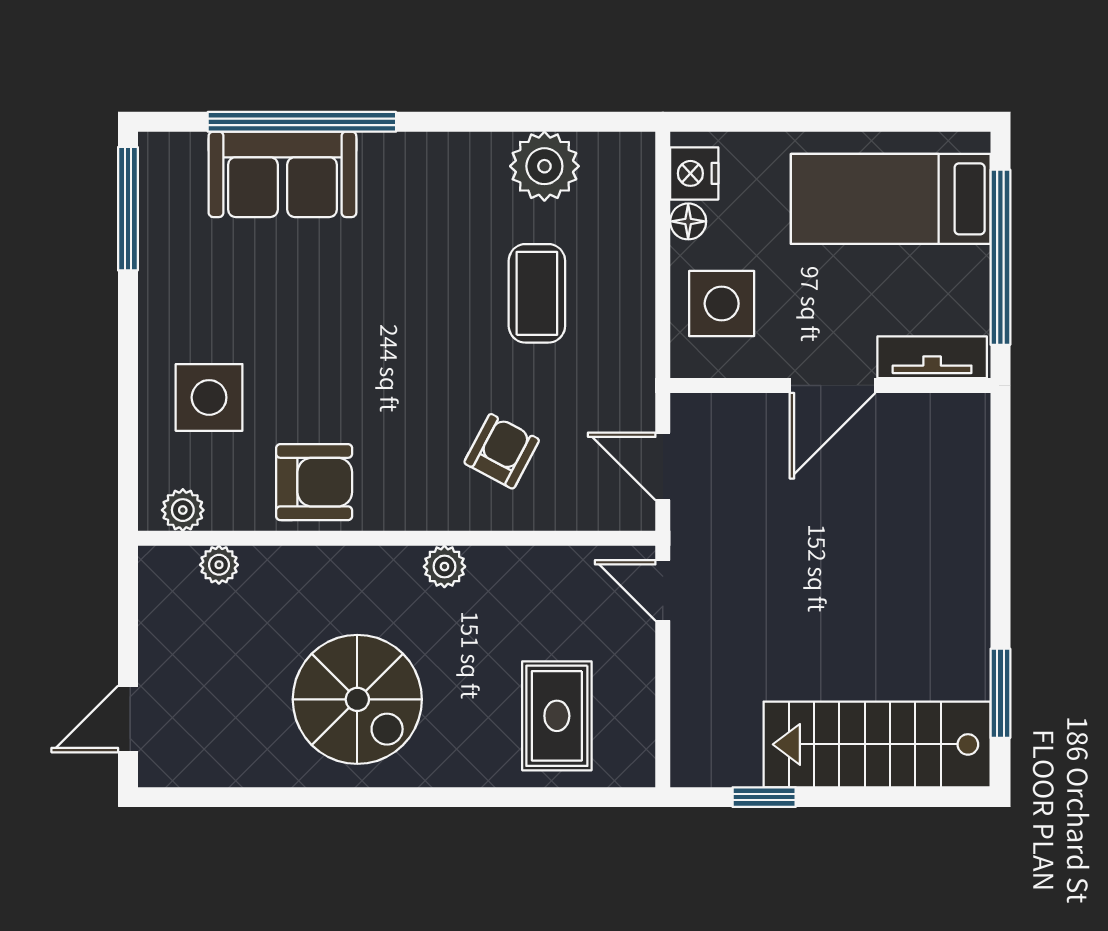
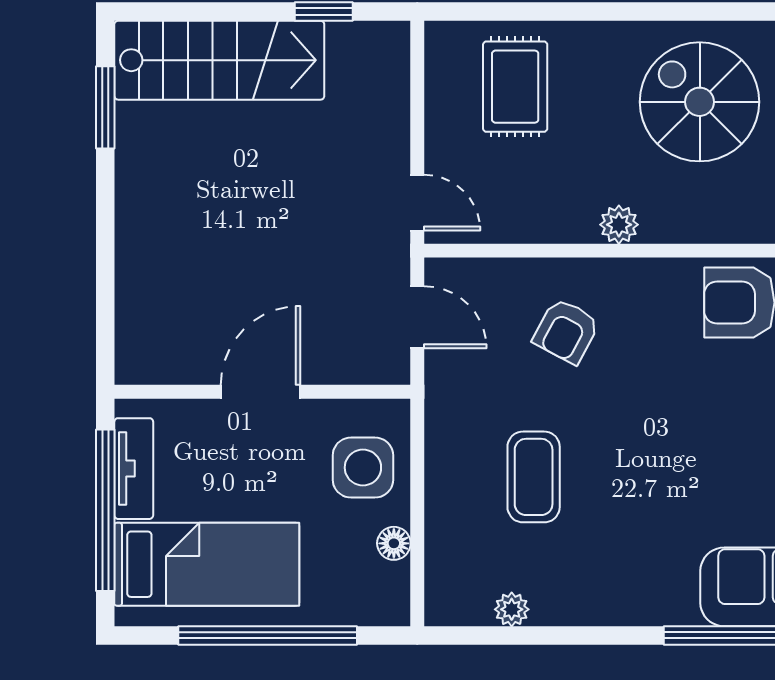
window: (825, 122) -> (268, 635), added
plant: (544, 166) -> (512, 609), width x0.53, depth x0.53
nightstand: (694, 173) -> (388, 588), removed
tv unit: (932, 357) -> (134, 469), moved, turned -90

